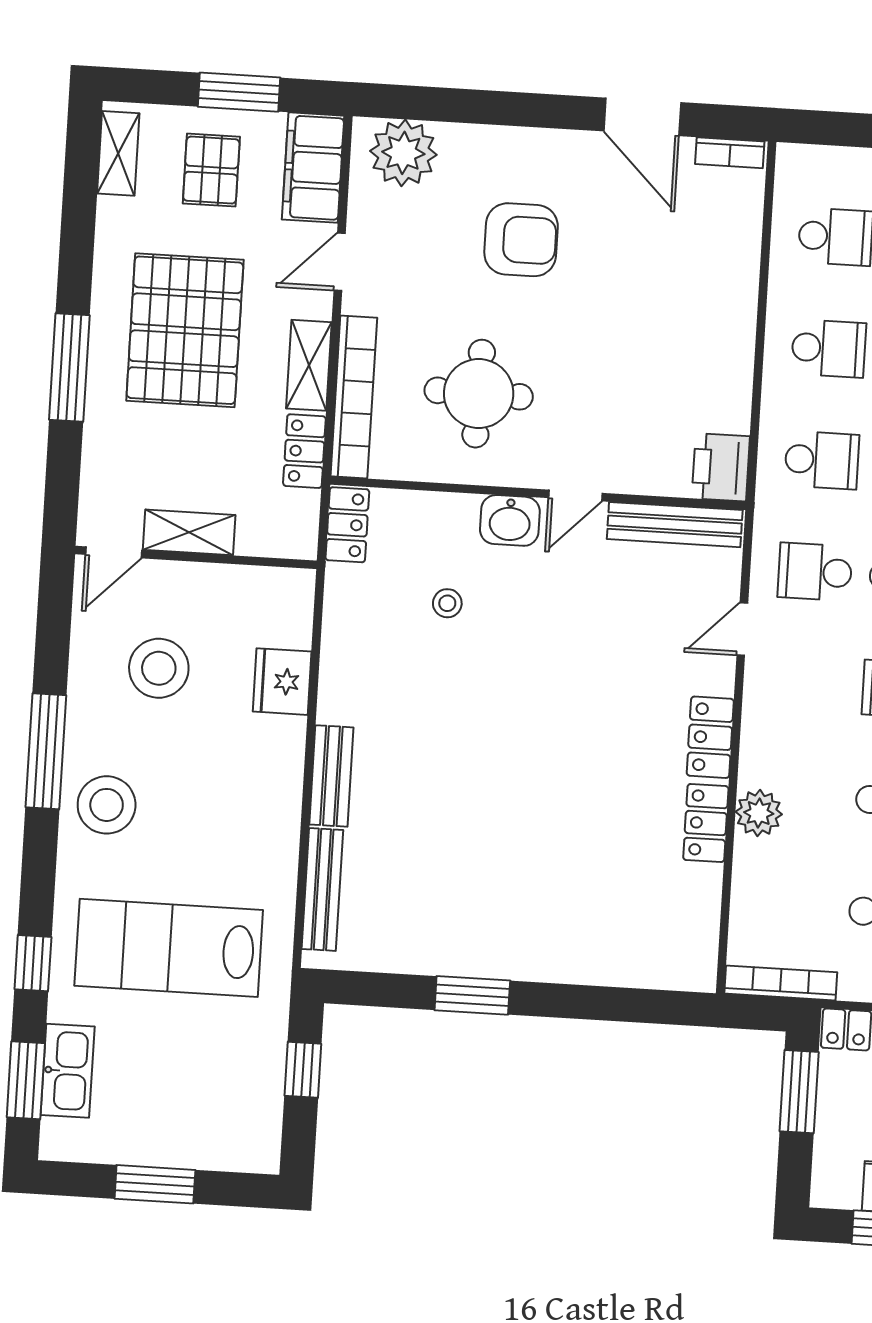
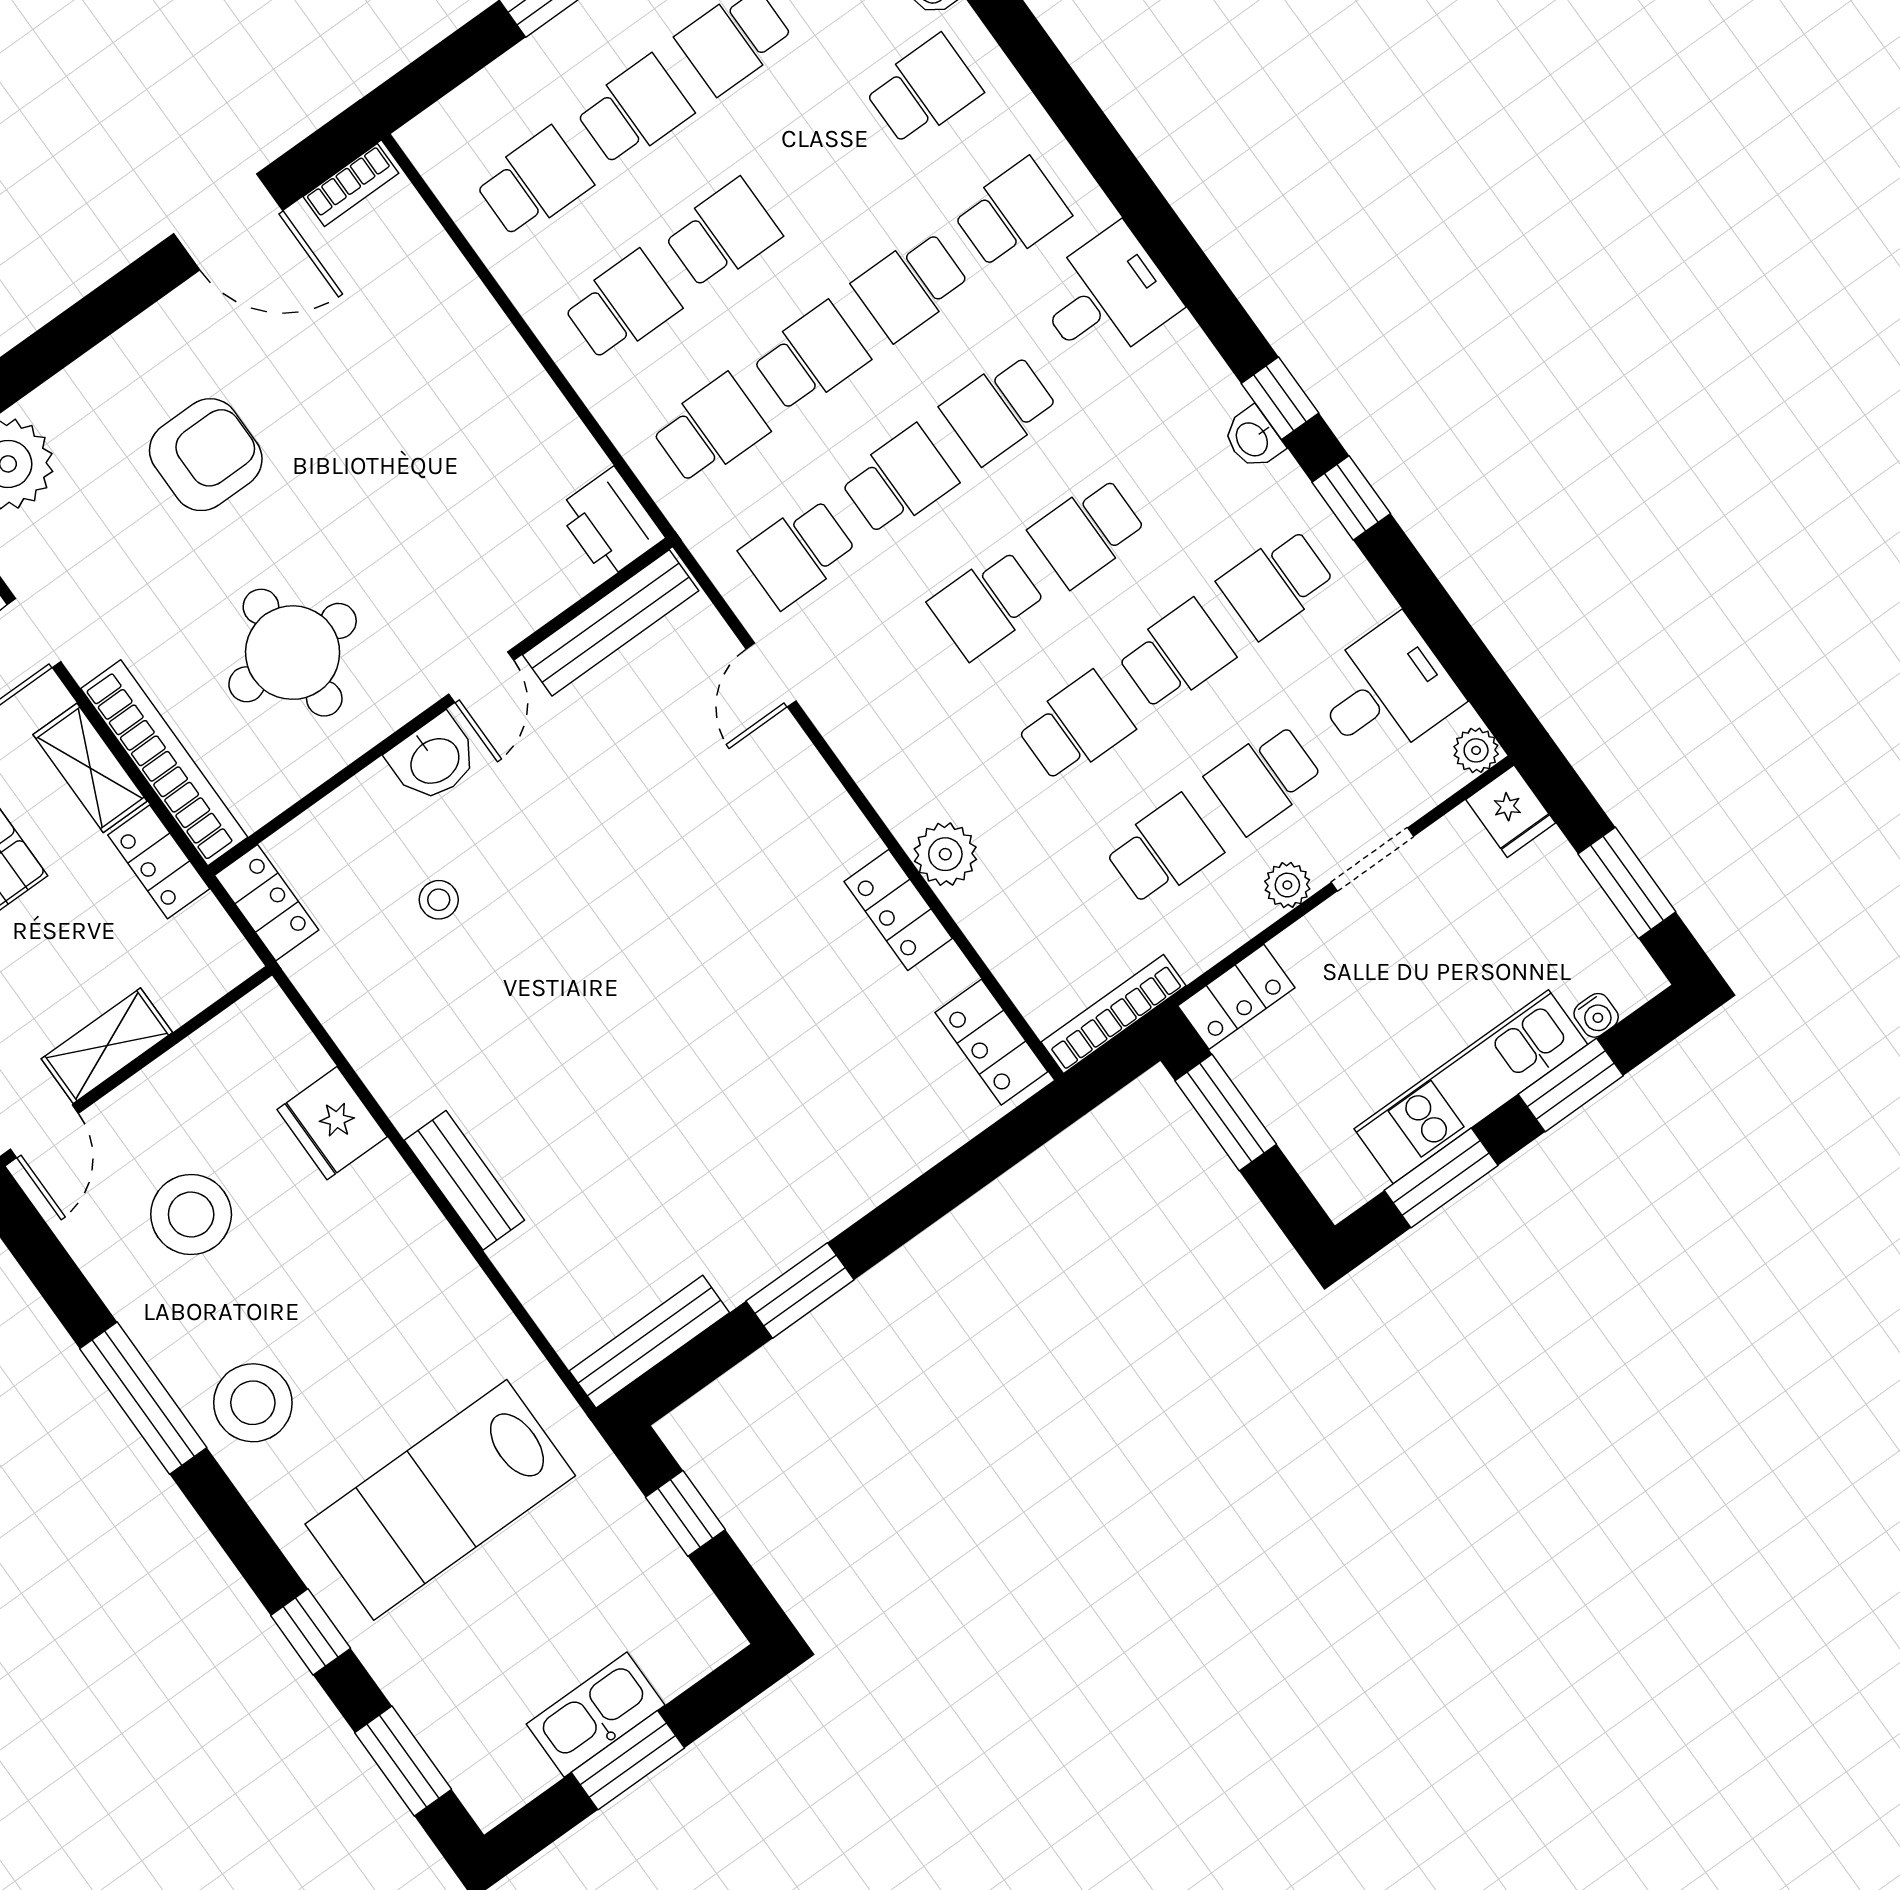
locker: (710, 737) -> (991, 1042), moved
bench: (322, 889) -> (649, 1342), moved, turned 90
kitchen sink: (68, 1071) -> (596, 1715), moved, turned -90

